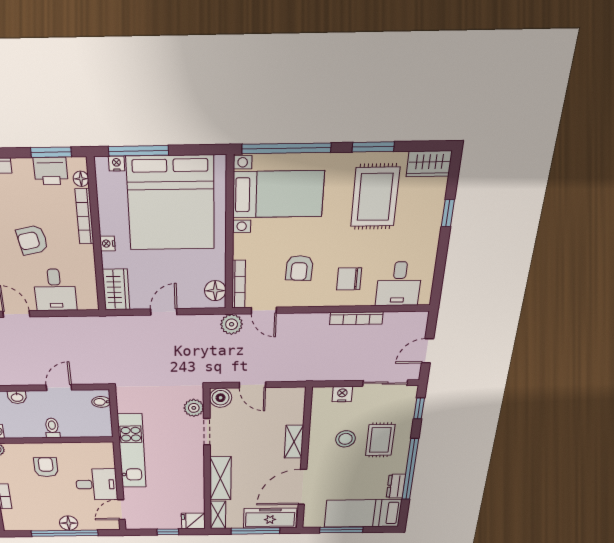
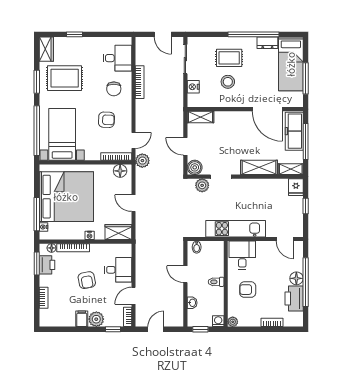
door: (252, 385) -> (185, 146), swing flipped
window: (419, 408) -> (205, 34), removed
shelving: (294, 442) -> (201, 117), moved
desk: (97, 484) -> (242, 255), moved
printer: (41, 521) -> (294, 298), added

